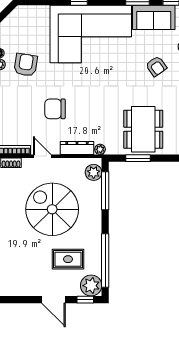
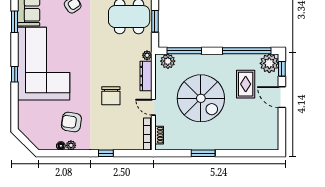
door: (42, 156) -> (153, 107), hinge flipped
spiral stairs: (52, 209) -> (201, 98), turned -90
door: (53, 300) -> (282, 97), swing flipped

